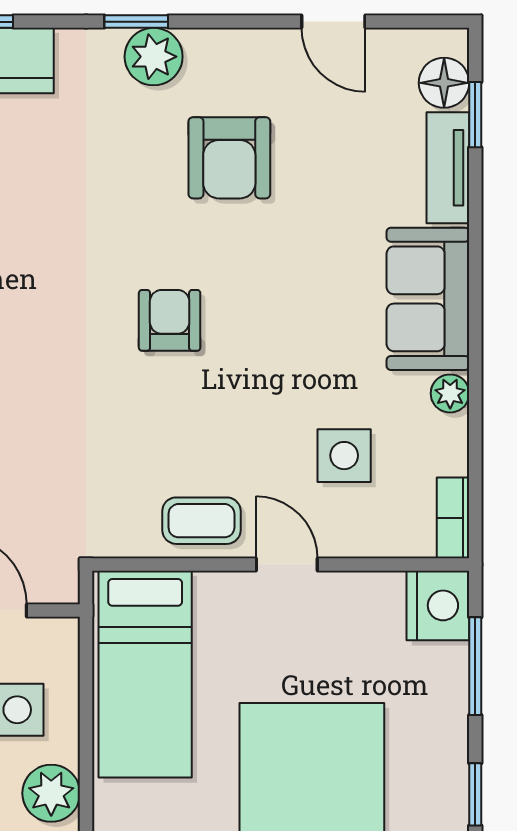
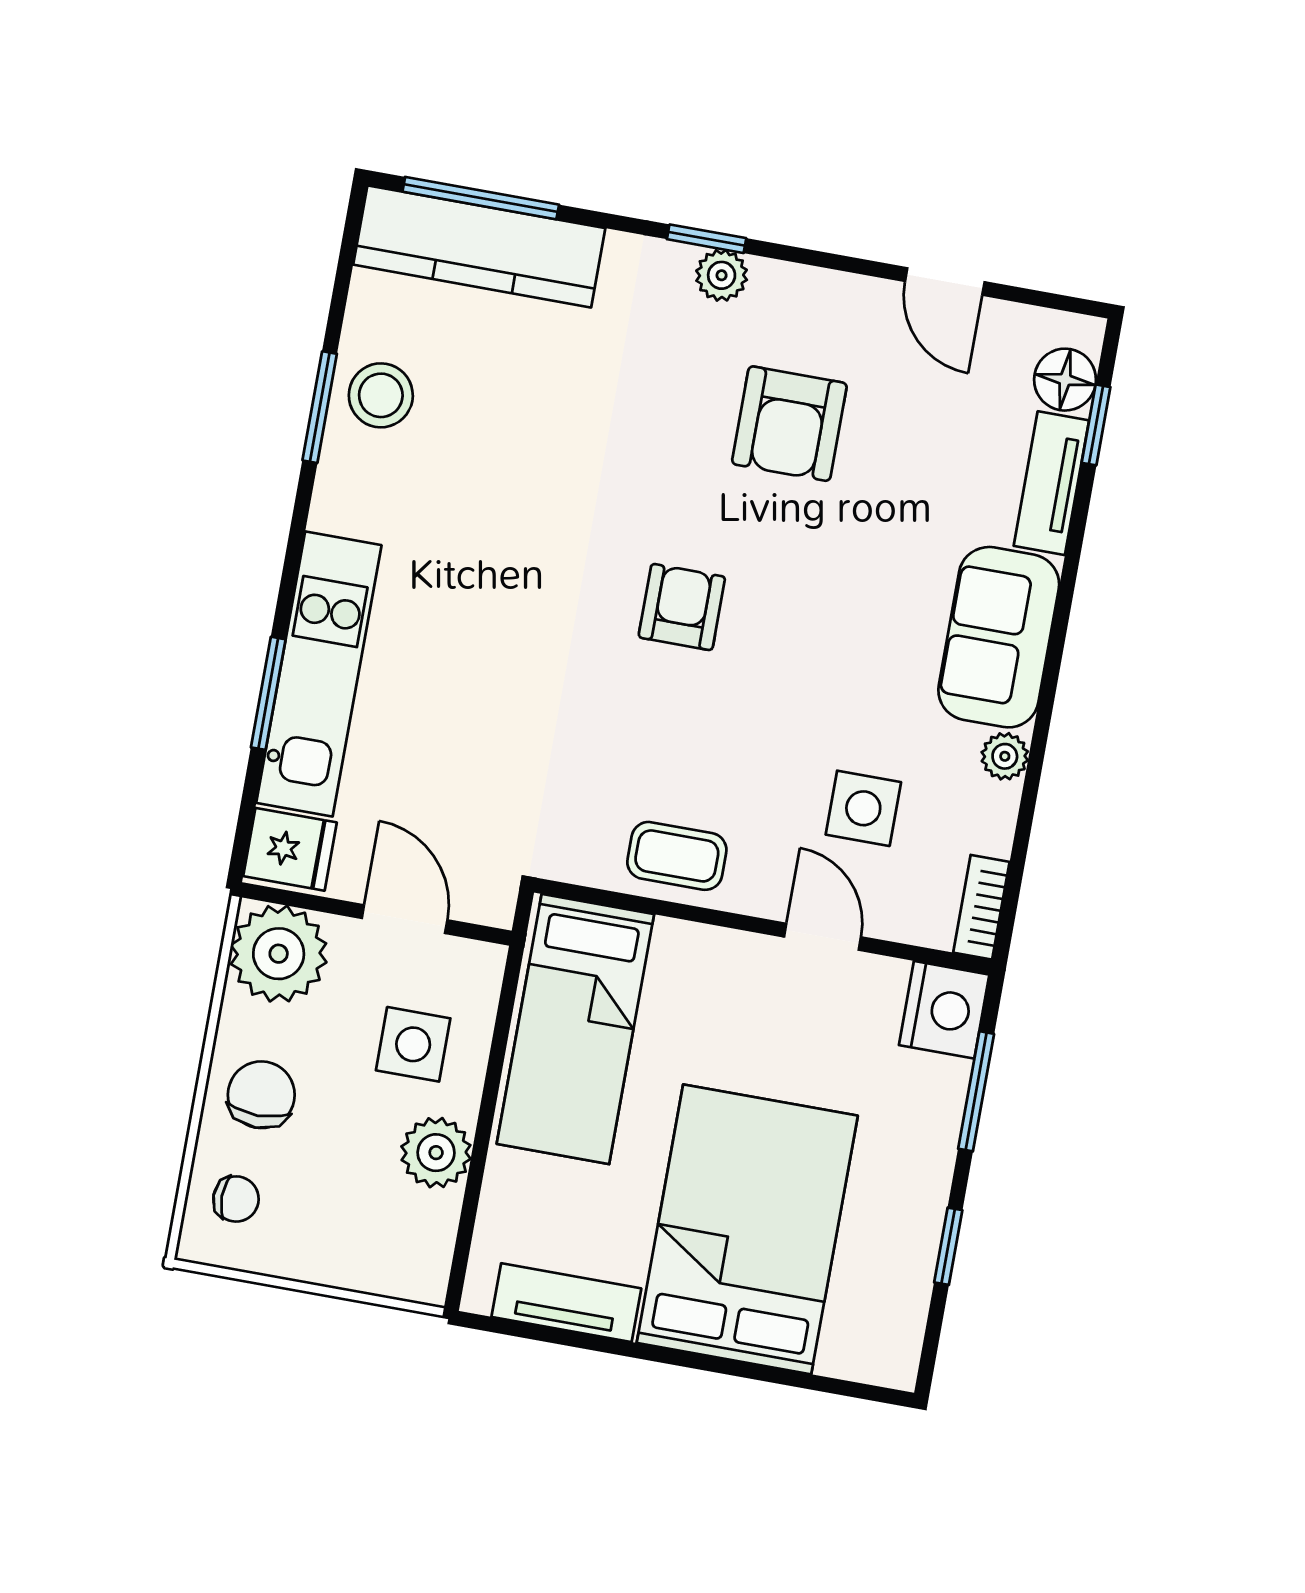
plant: (154, 57) -> (722, 275), width x0.73, depth x0.73
door: (287, 564) -> (822, 937), moved

